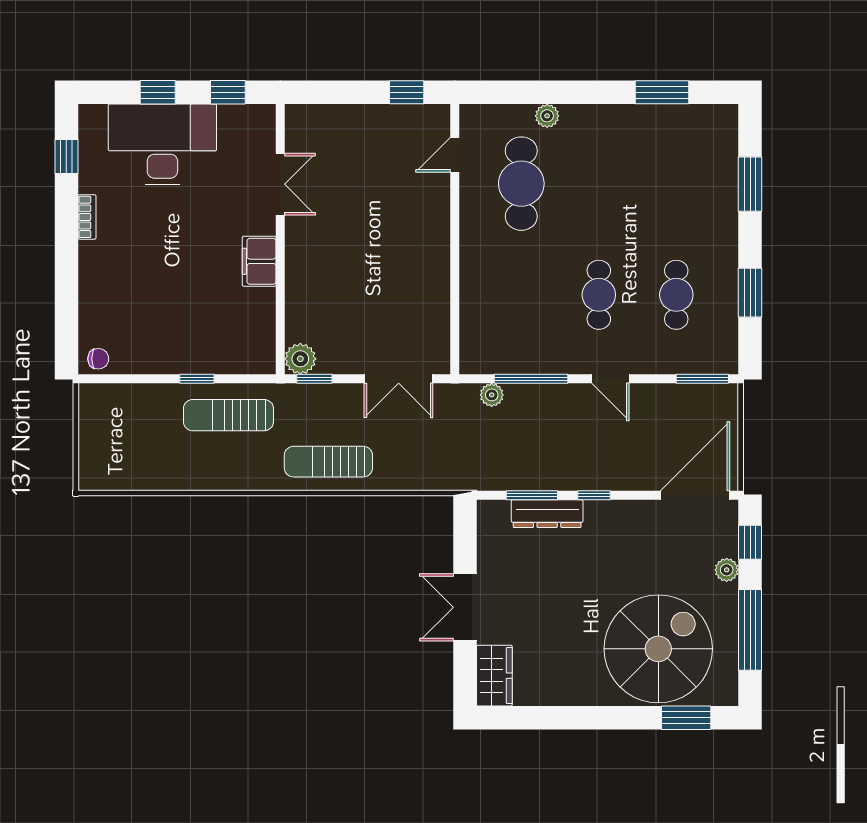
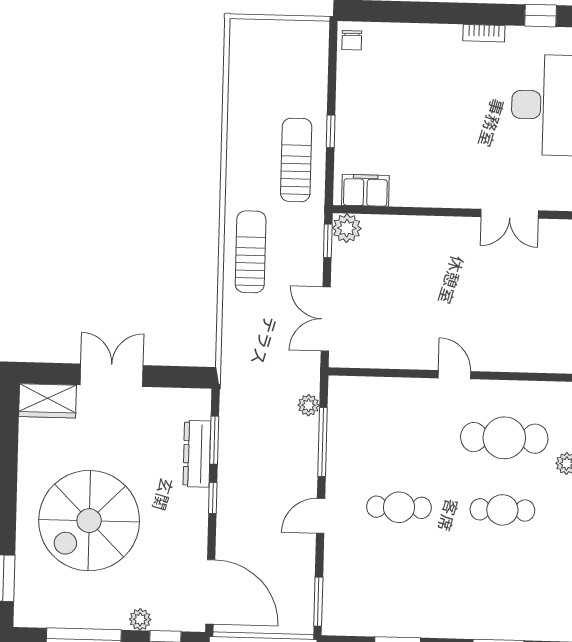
door: (455, 155) -> (454, 375), moved
filing cabinet: (259, 261) -> (365, 190), moved
cafe table: (676, 295) -> (502, 510), moved
spiral stairs: (658, 649) -> (89, 521), moved, turned 90

